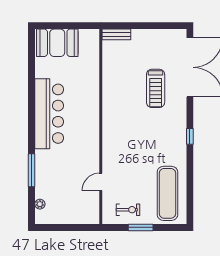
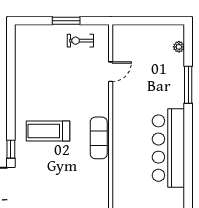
treadmill: (156, 88) -> (48, 131), moved, turned -90
window: (190, 136) -> (11, 149), moved
exercise mat: (167, 193) -> (99, 138), moved, width x0.73, depth x0.69

